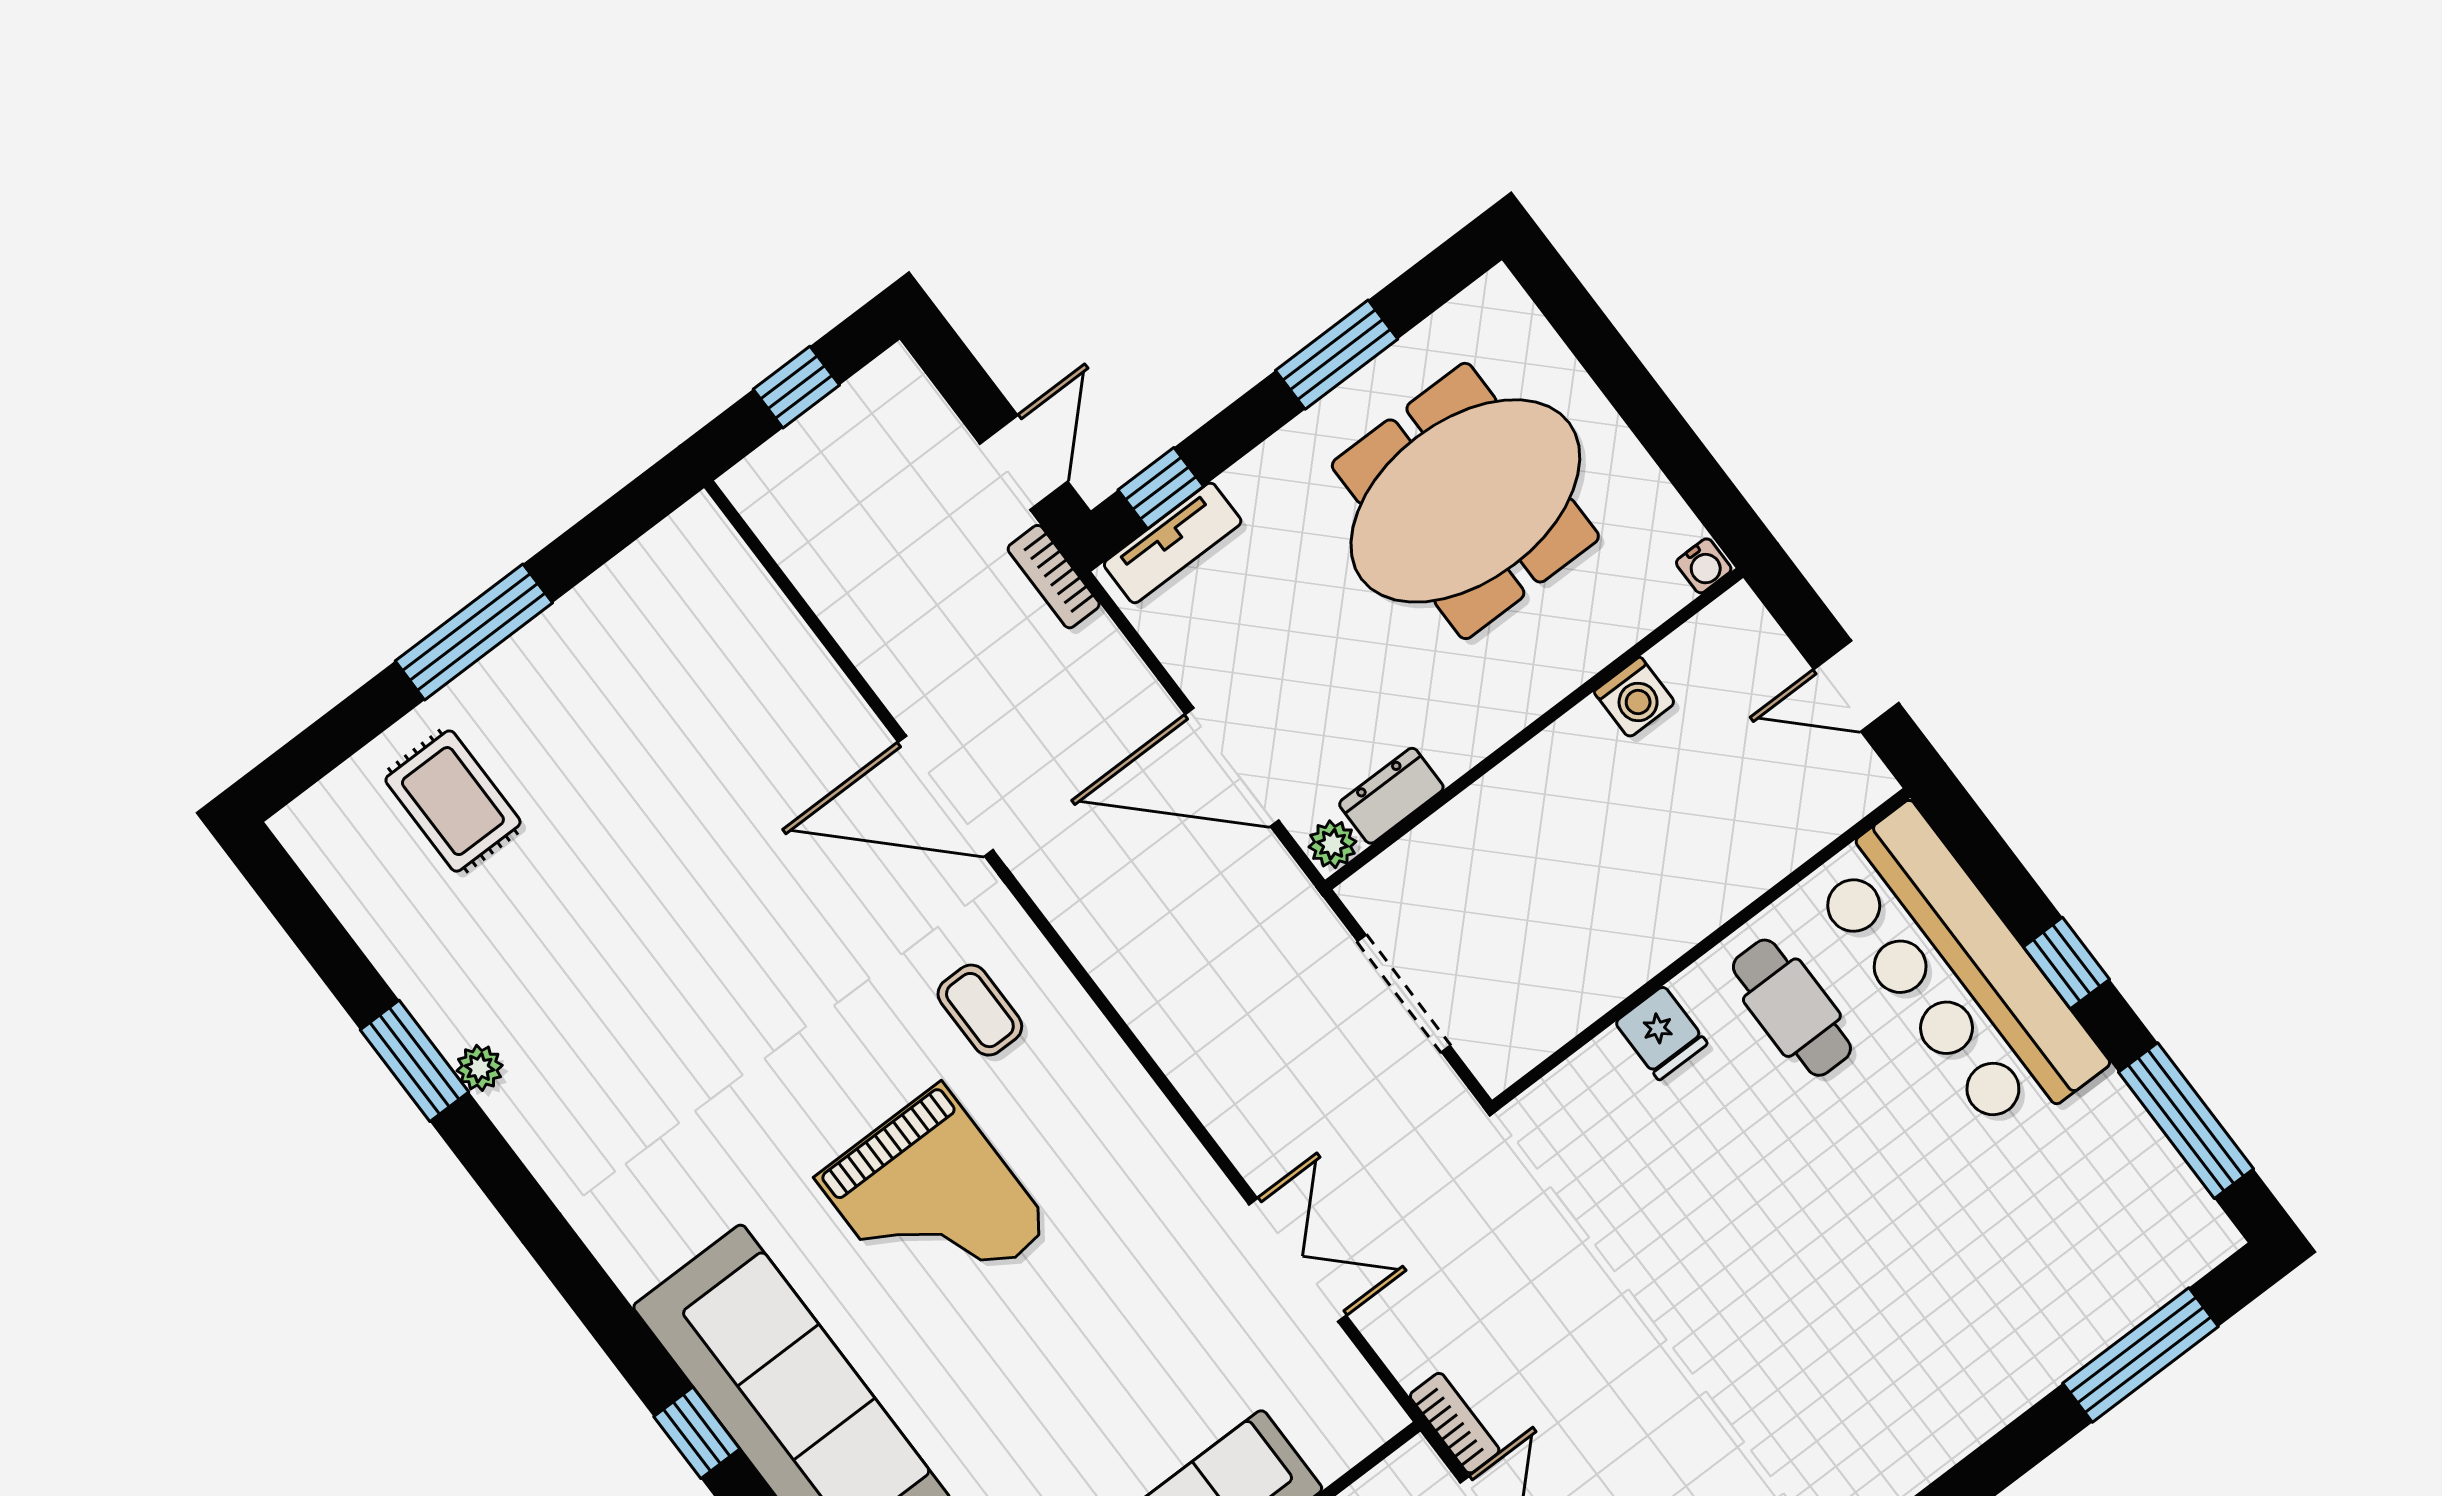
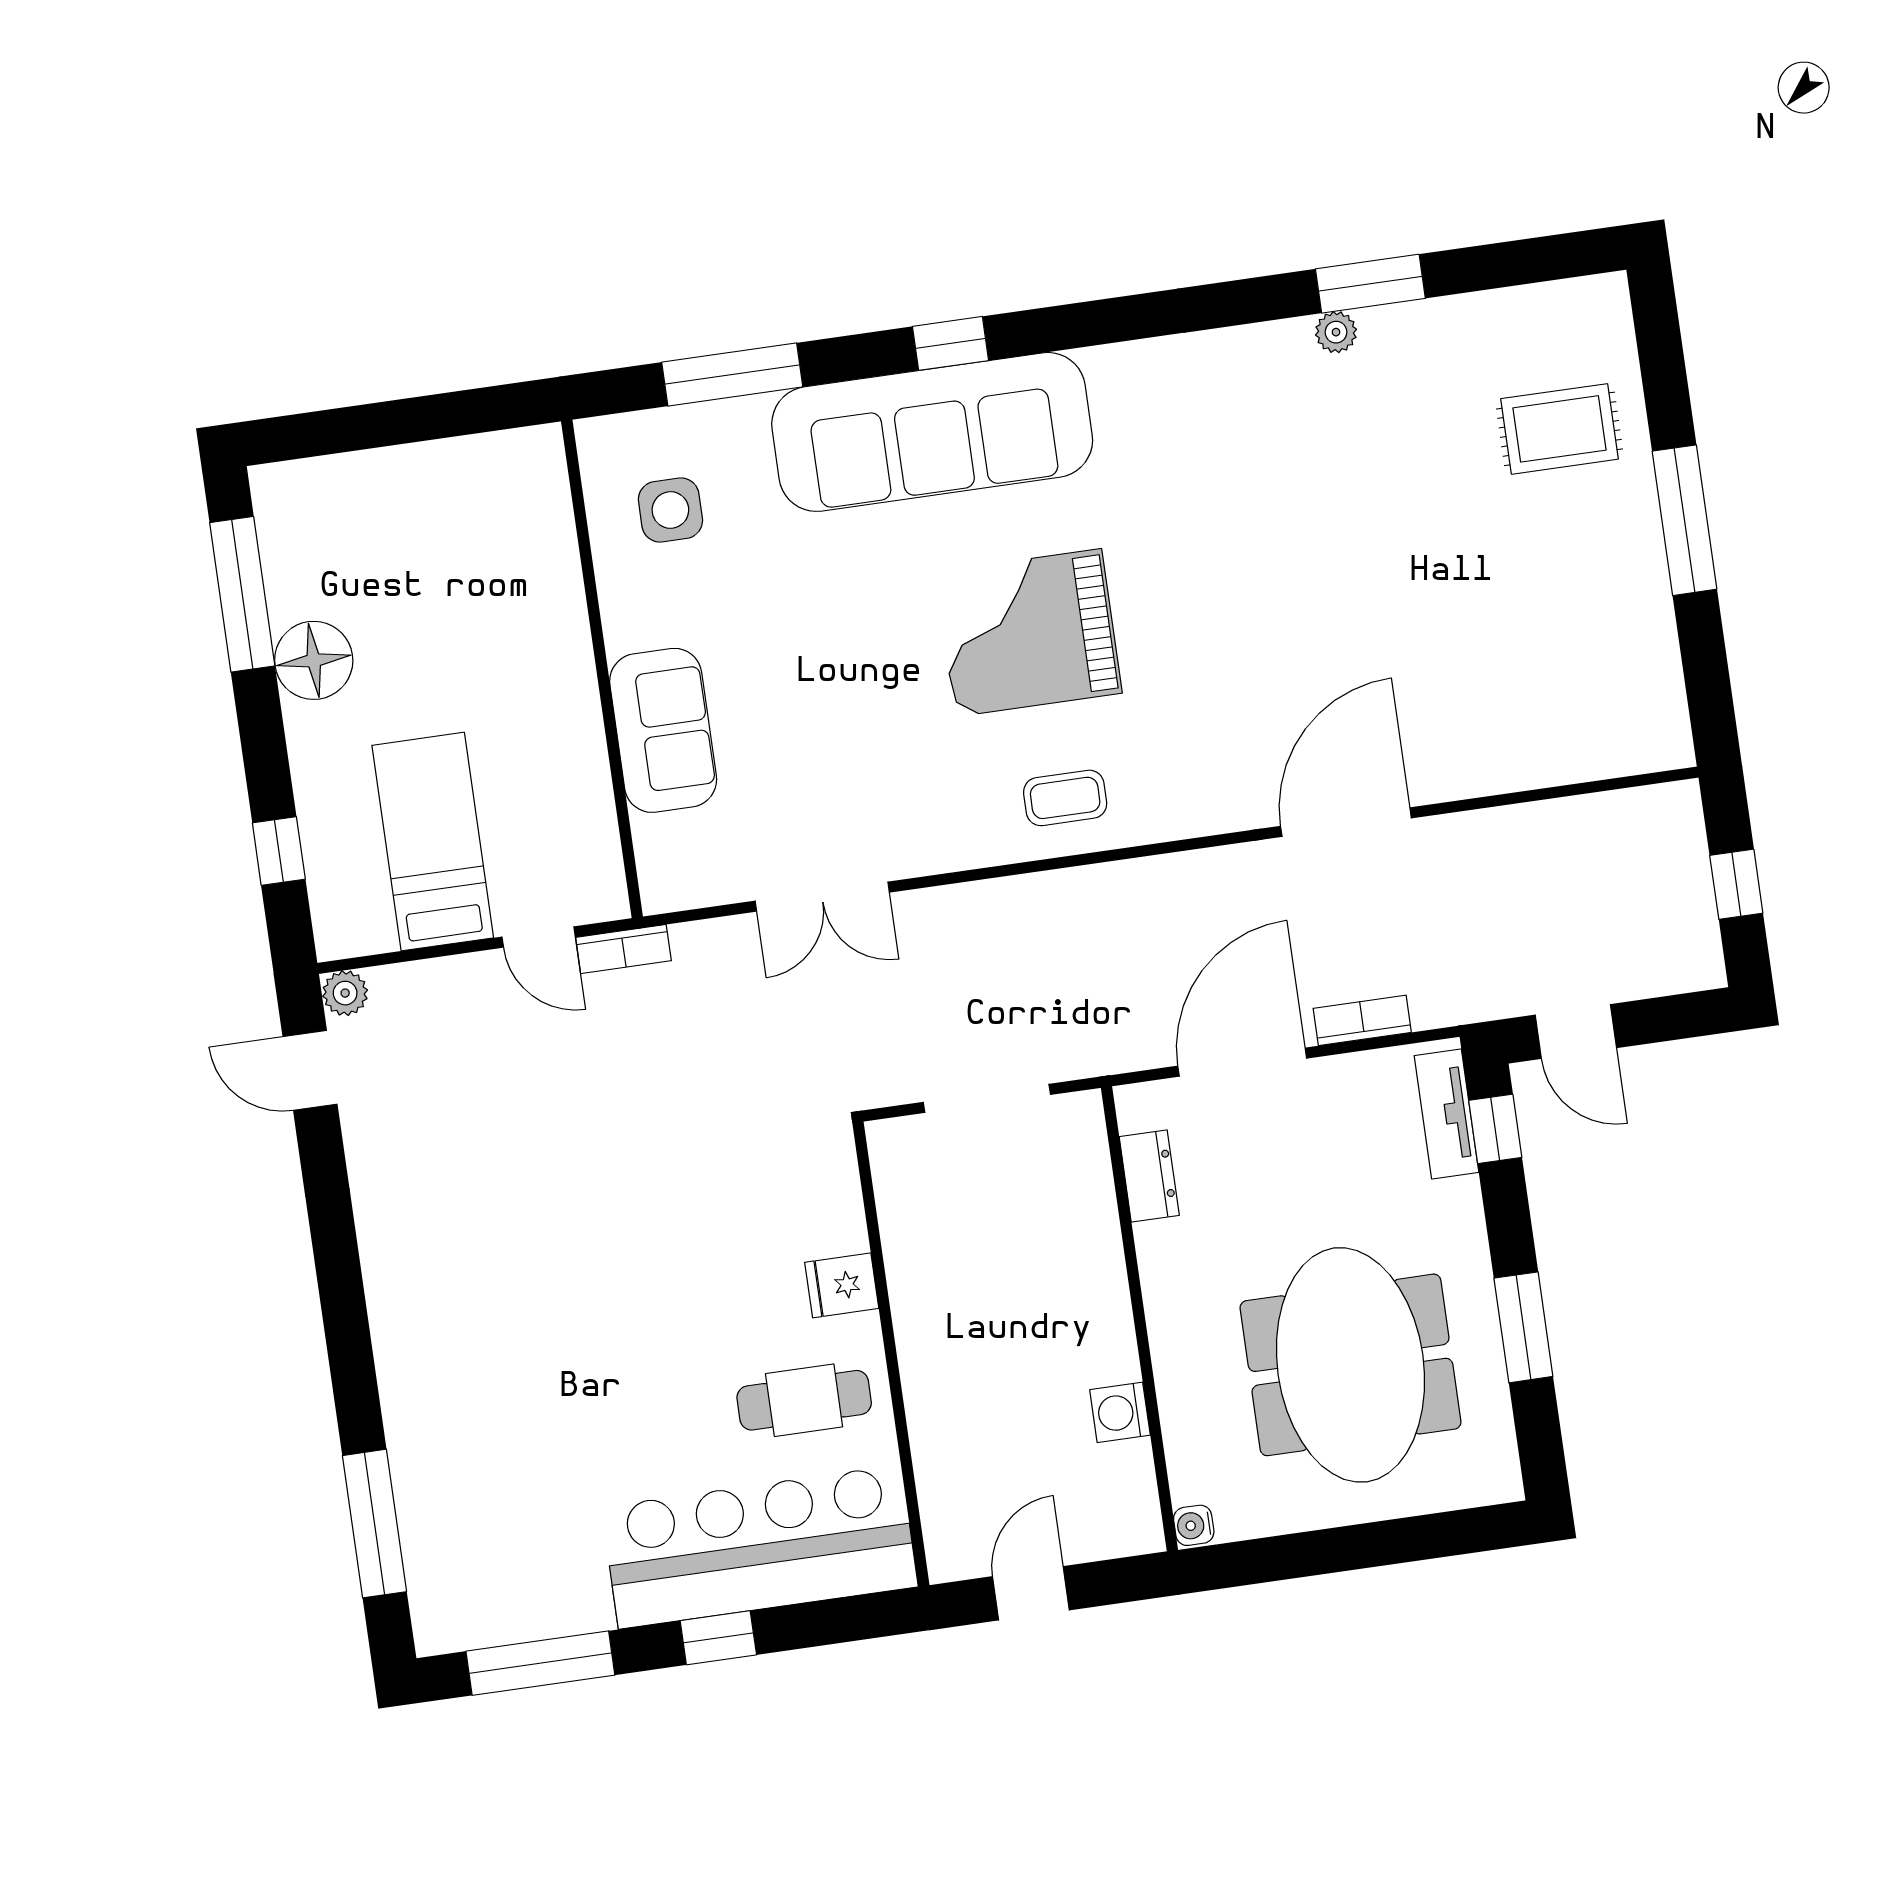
bookcase: (1054, 577) -> (1362, 1020), moved
plant: (1333, 844) -> (1137, 1108), removed
coffee table: (980, 1010) -> (1065, 798), moved

